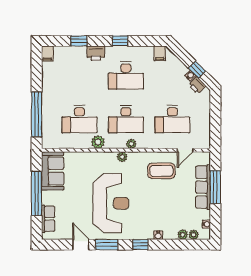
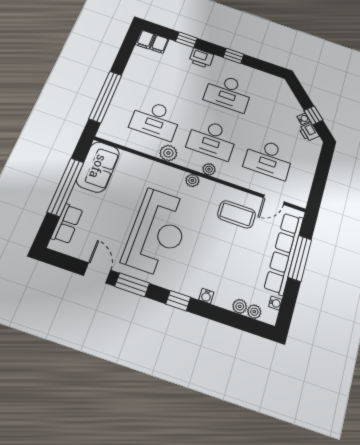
filing cabinet: (160, 53) -> (159, 44), moved
row of seats: (203, 187) -> (284, 253), width x1.36

